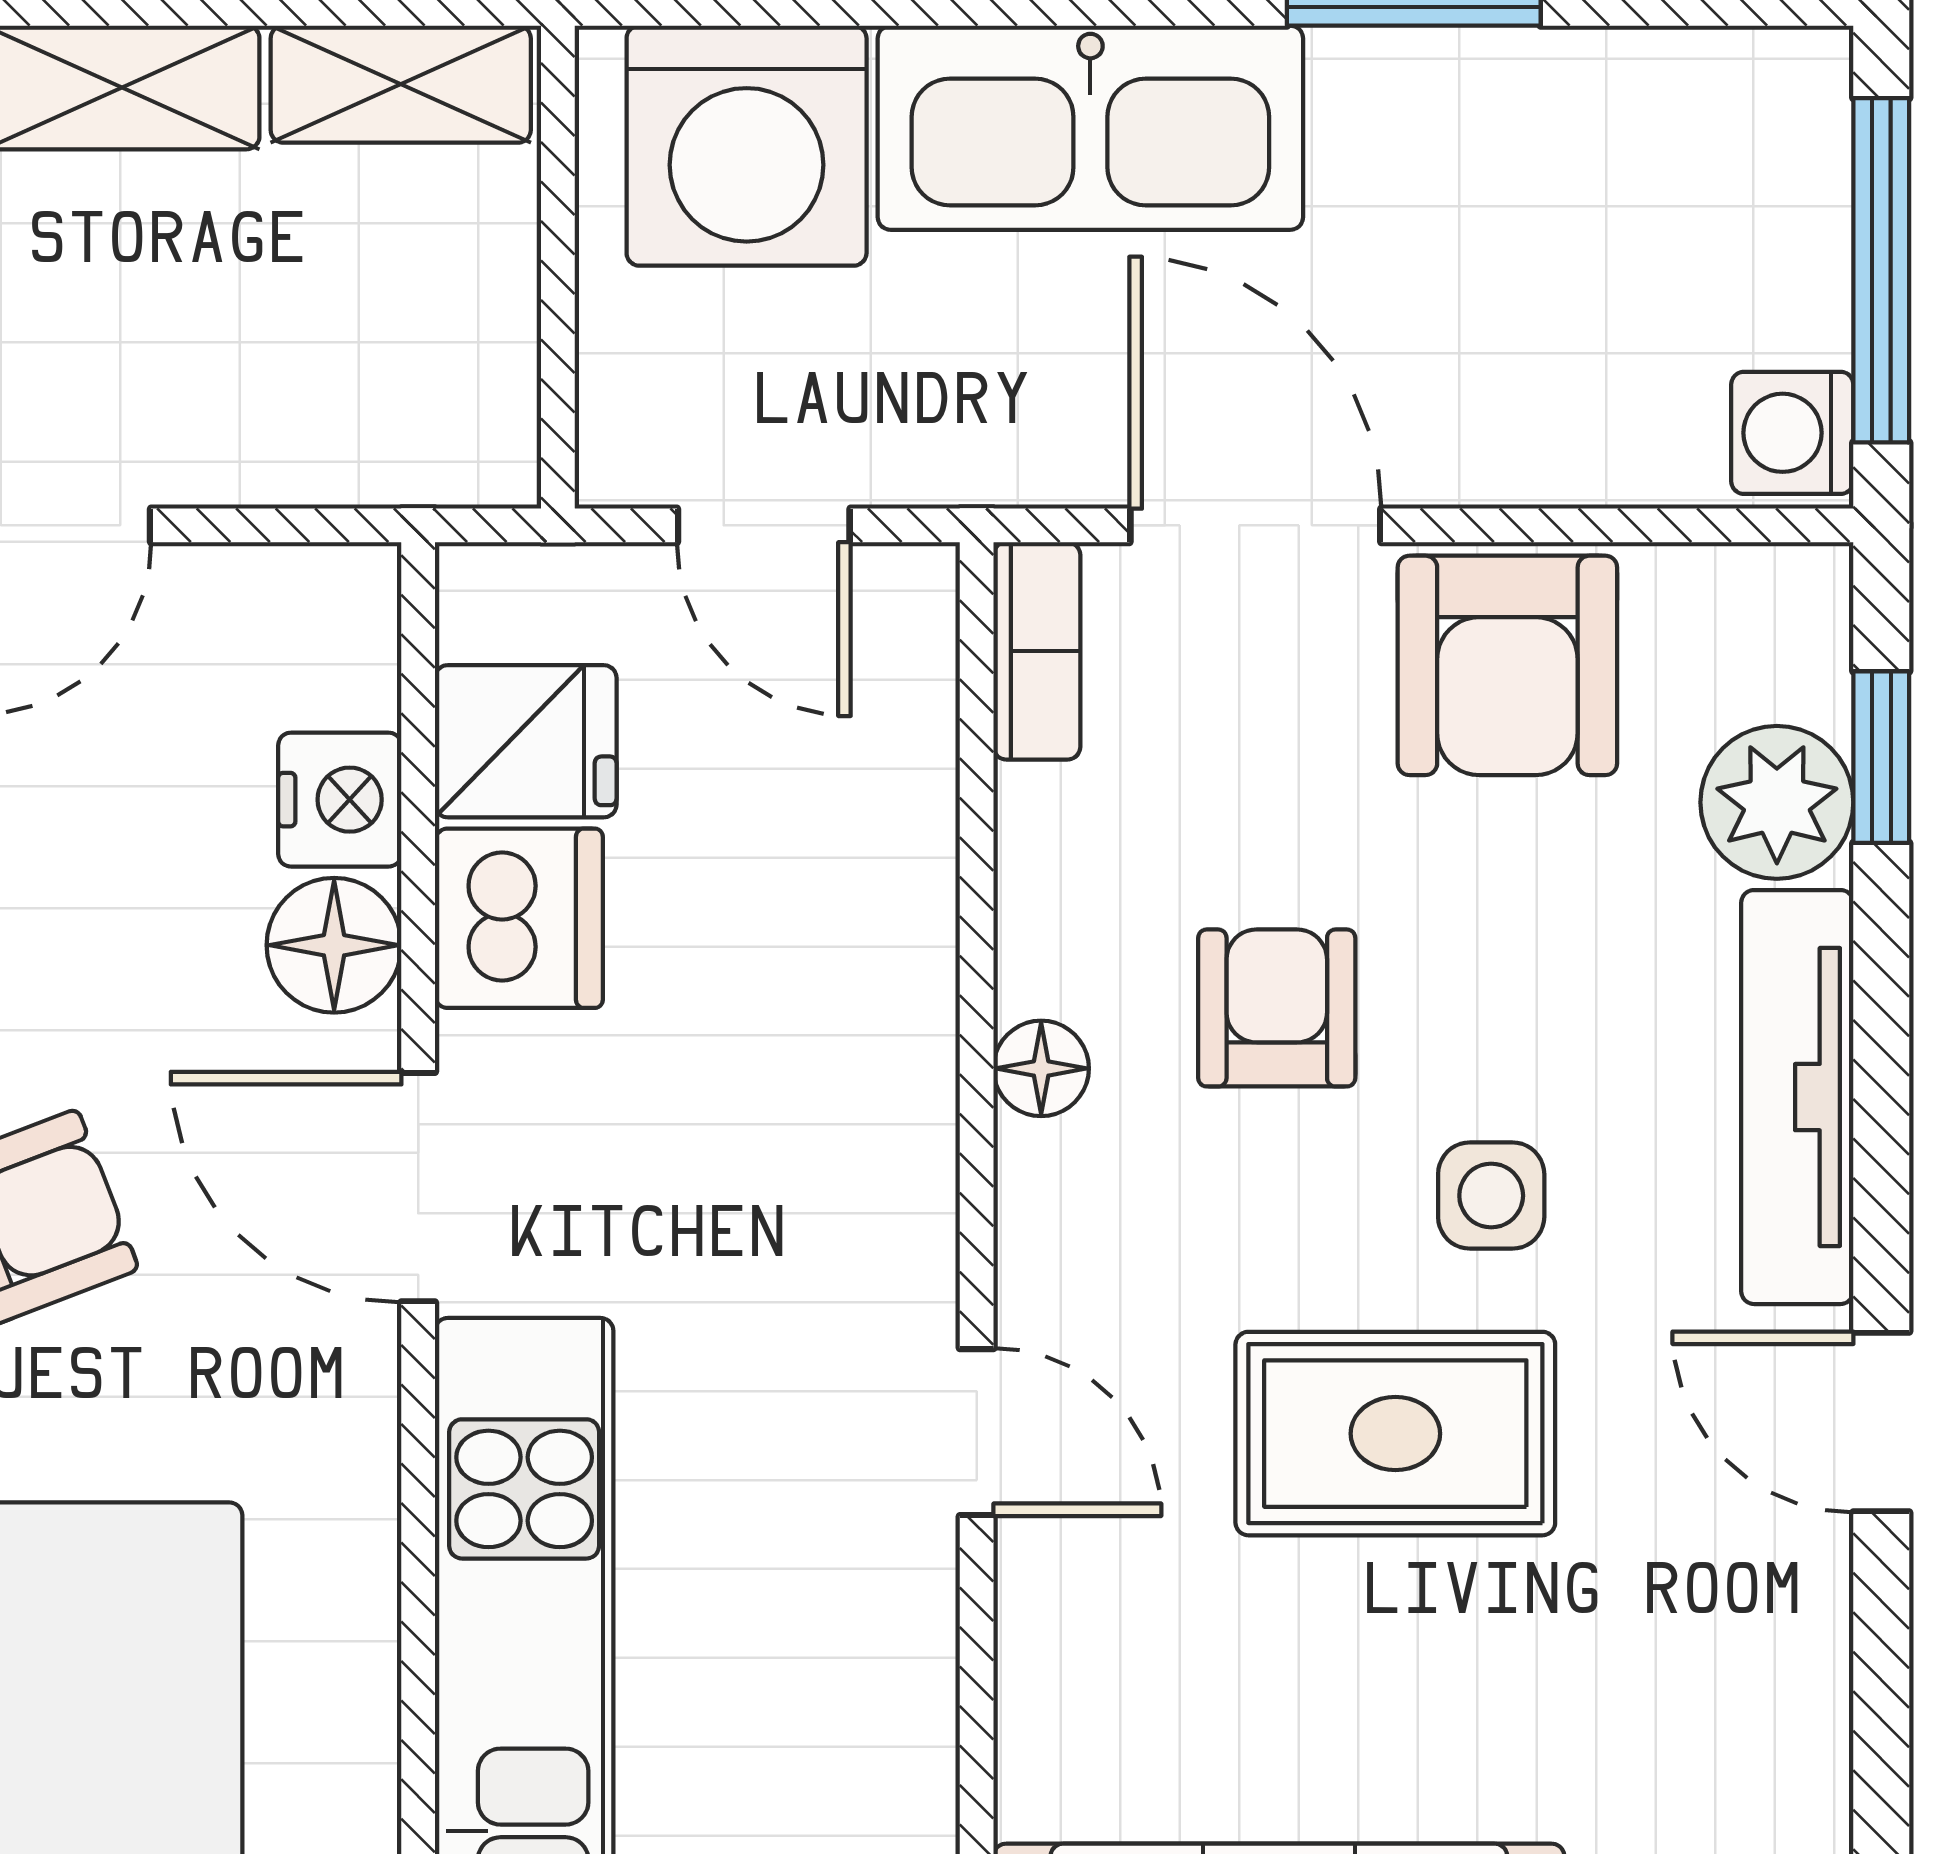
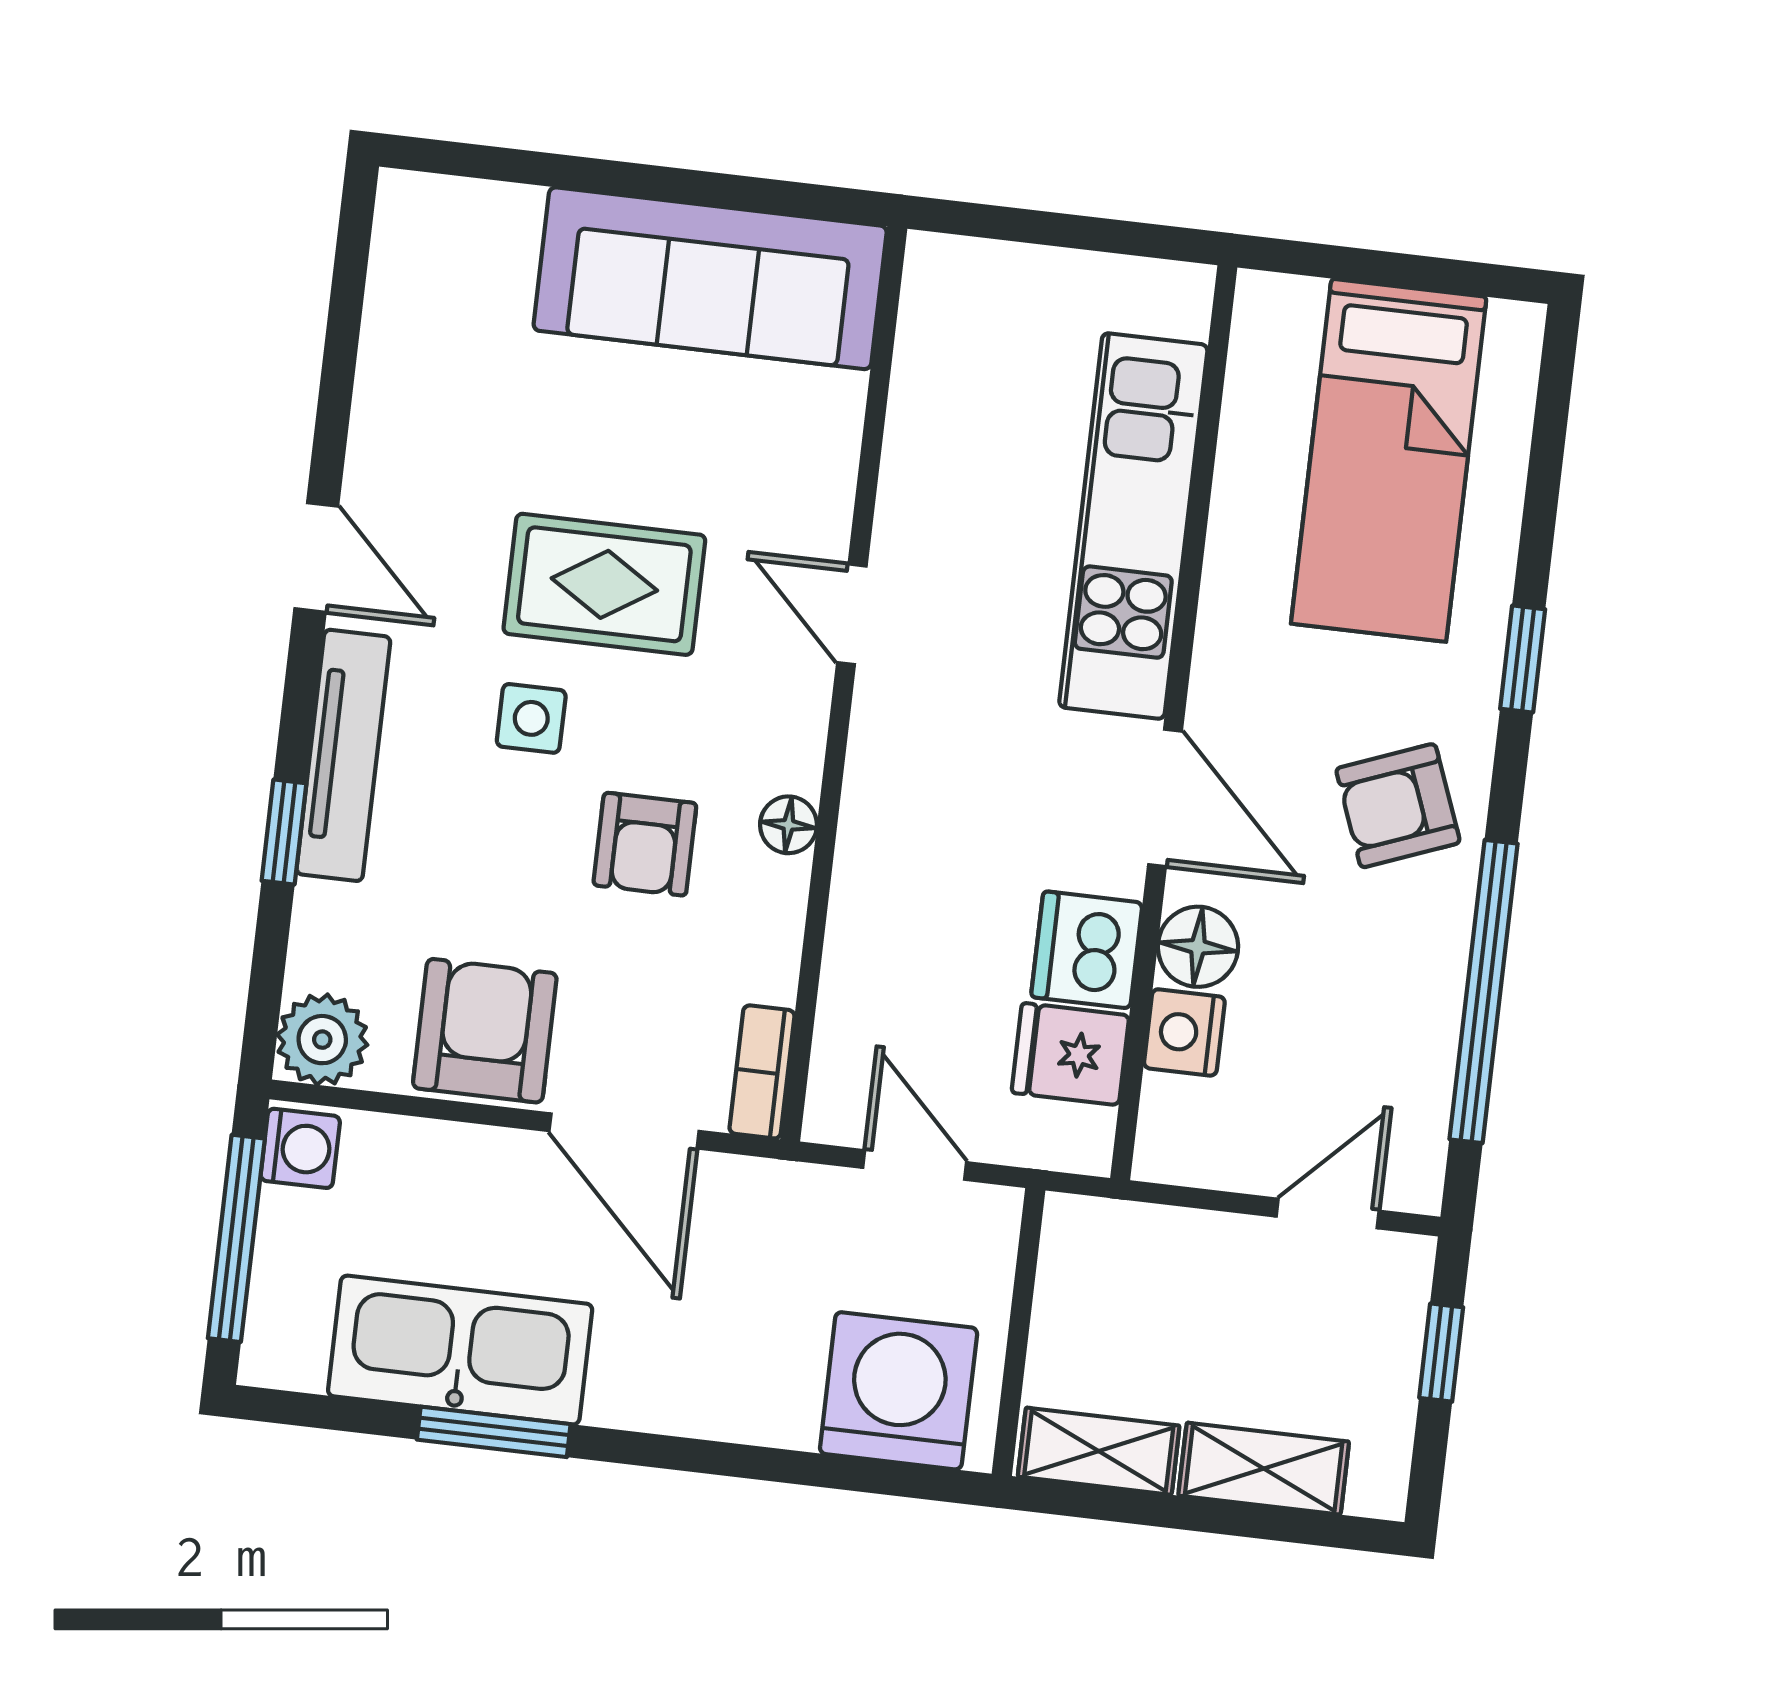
kitchen sink: (1090, 128) -> (460, 1350), moved
window: (1881, 757) -> (284, 832), moved
plant: (1777, 802) -> (322, 1040), moved

